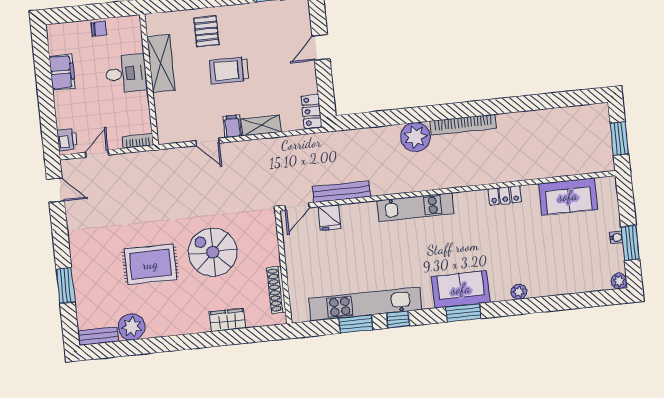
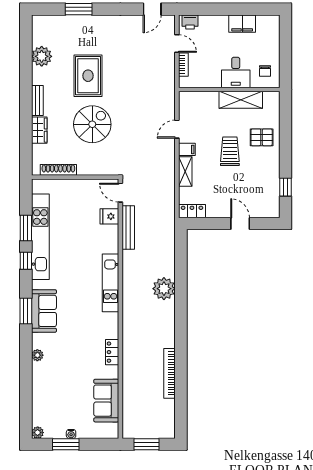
chair: (99, 29) -> (265, 71), moved
bookcase: (463, 125) -> (170, 373), moved
bookcase: (138, 141) -> (183, 65), moved
bench: (98, 336) -> (37, 101), moved

